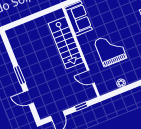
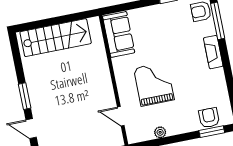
stairs: (66, 43) -> (56, 38), moved, turned -90

